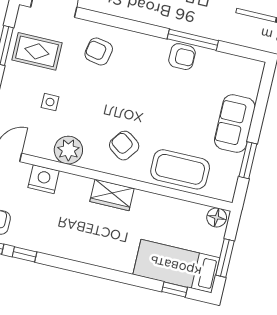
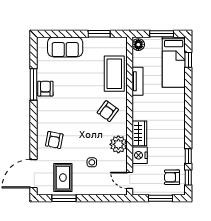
sofa: (235, 124) -> (65, 47), moved
wardrobe: (112, 195) -> (139, 133), moved
tv unit: (160, 203) -> (138, 81), added

